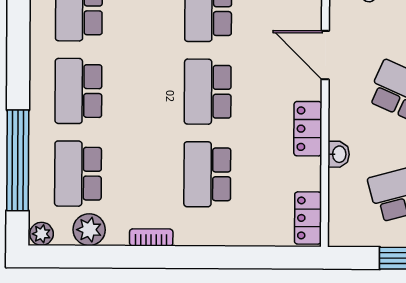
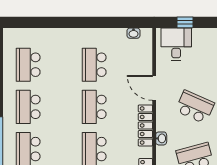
locker: (308, 129) -> (145, 125), width x1.53

